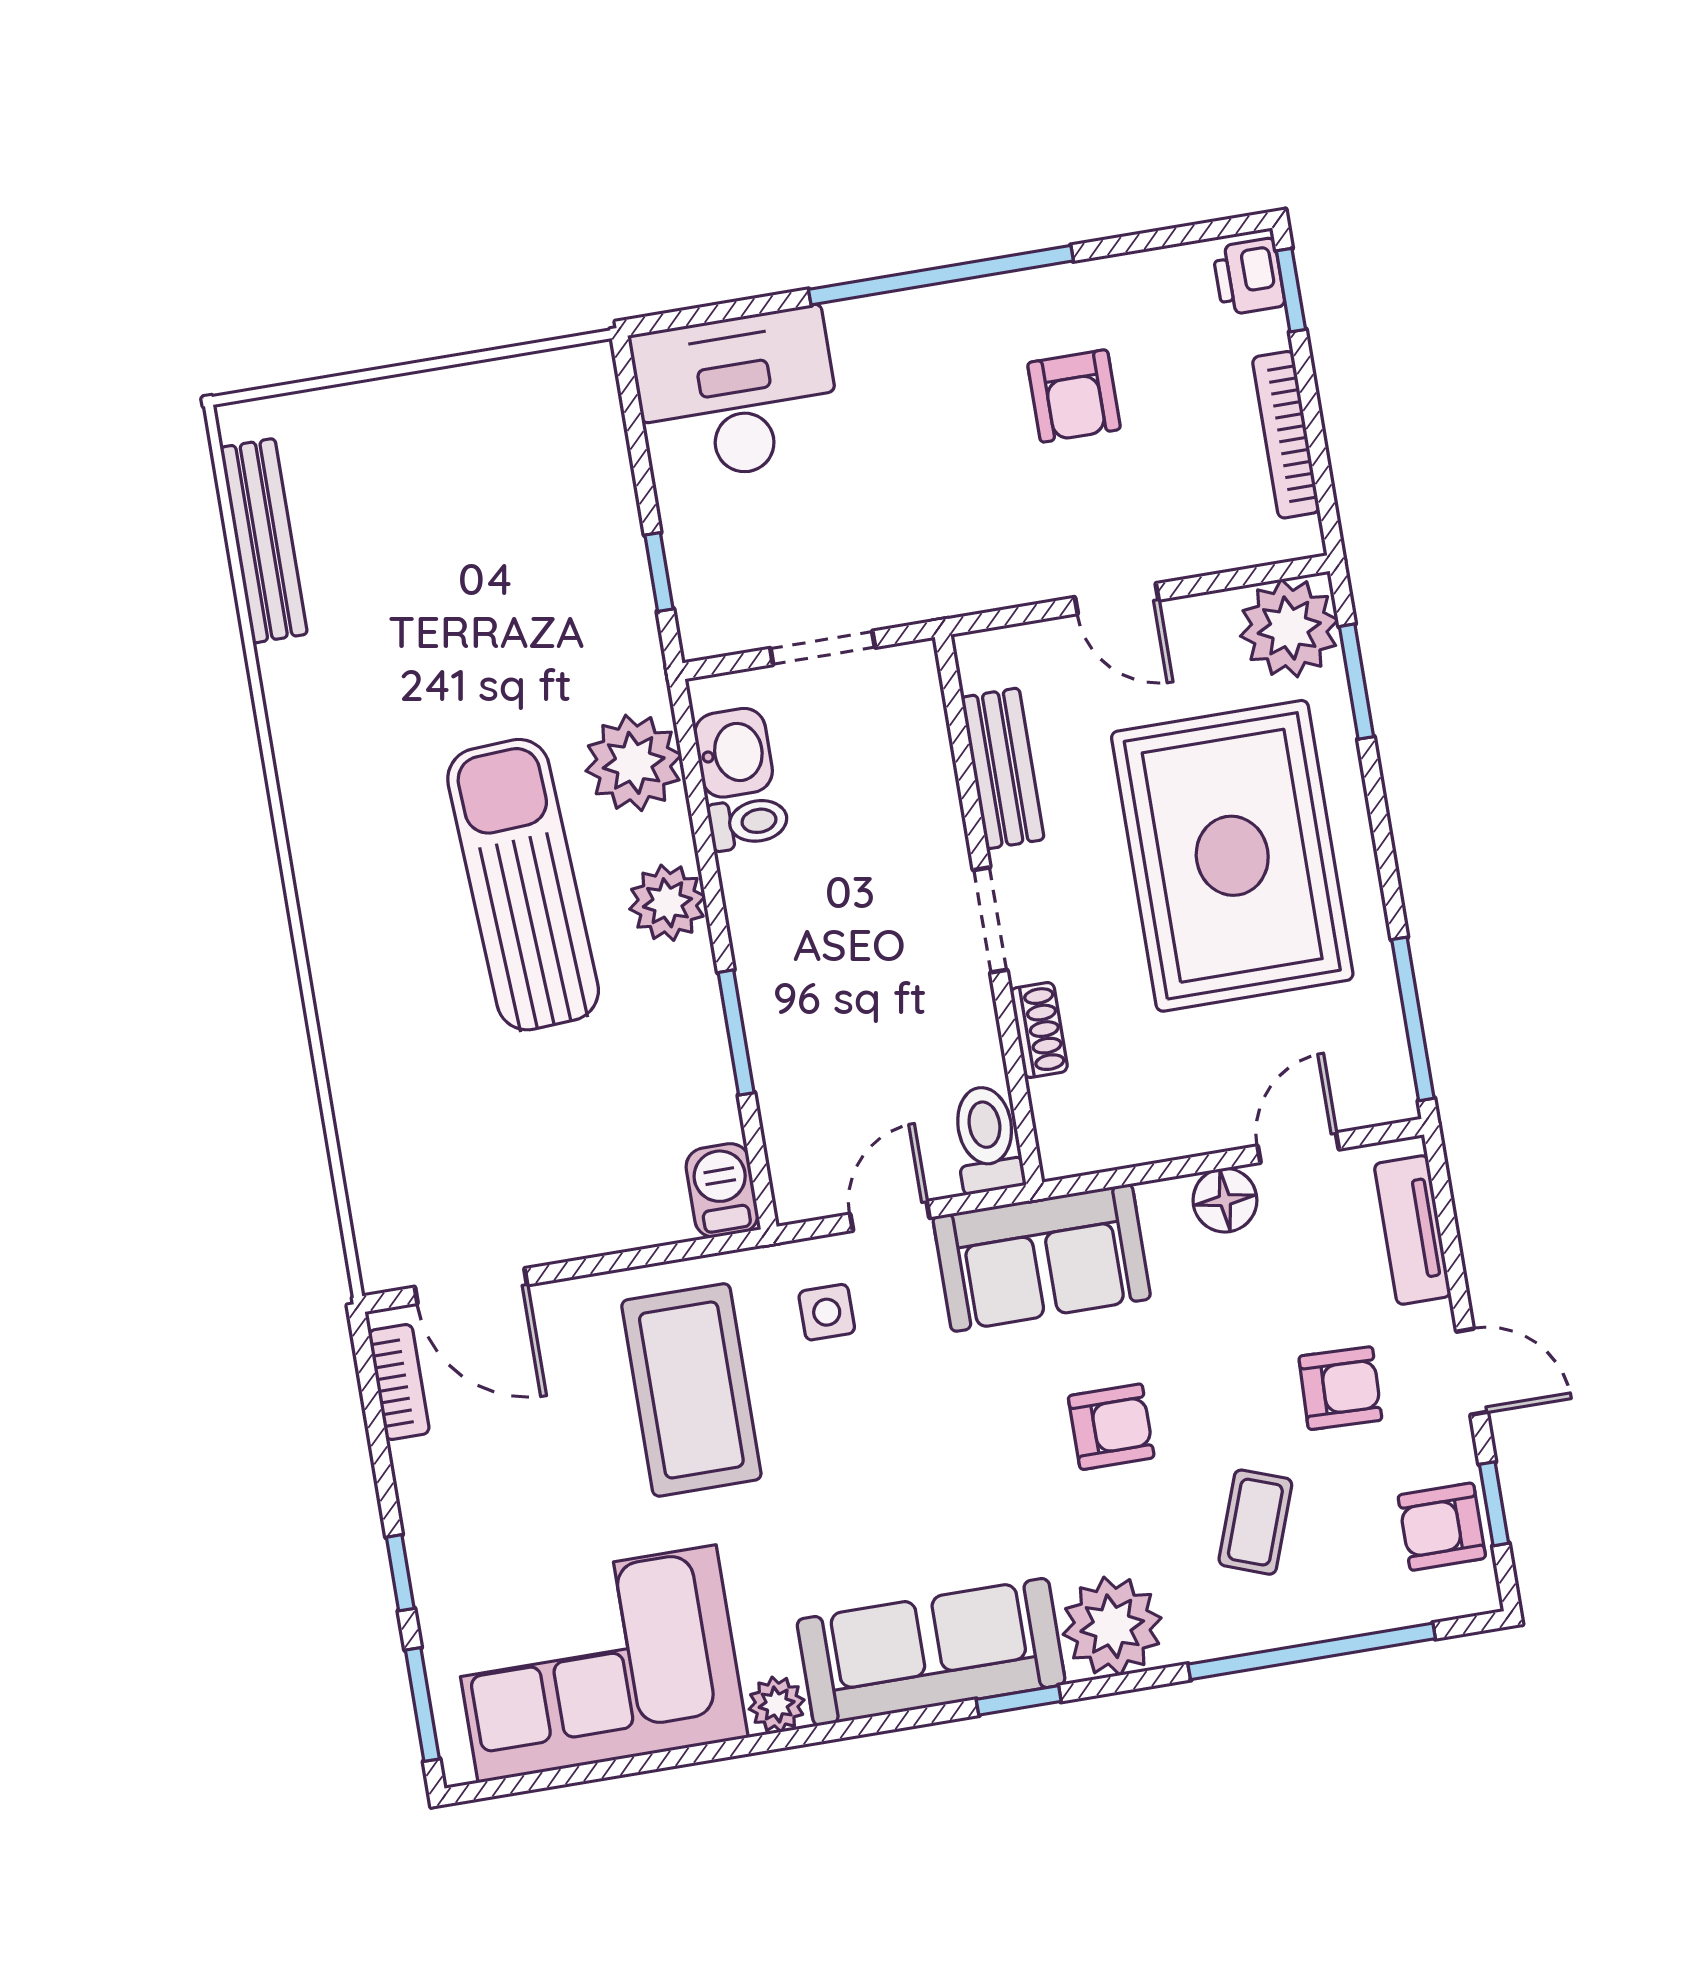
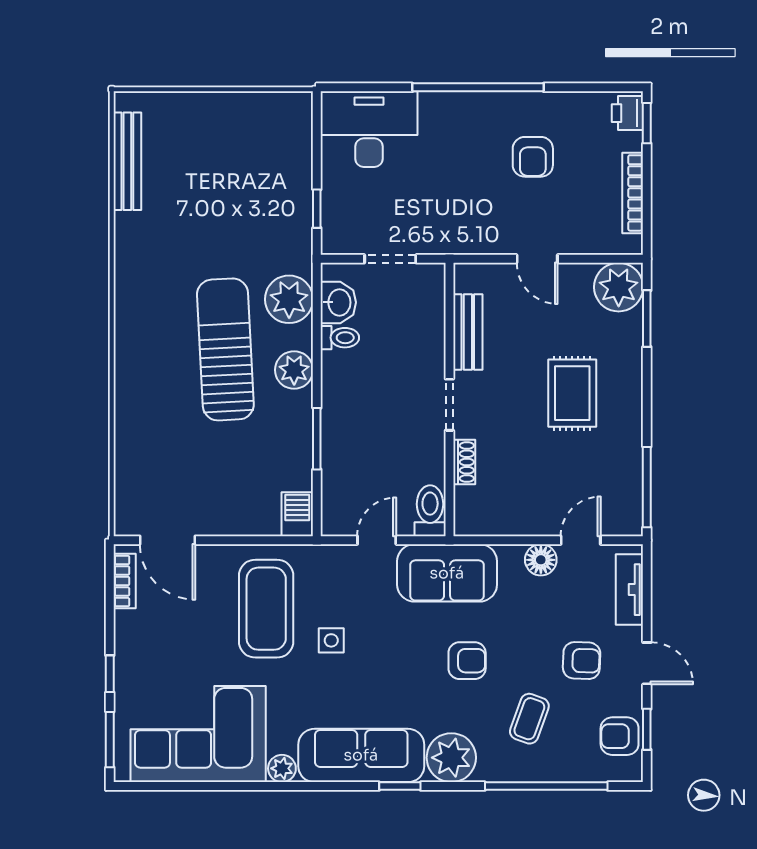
rug: (1232, 856) -> (572, 393), width x0.54, depth x0.49
side table: (827, 1312) -> (331, 640), moved

